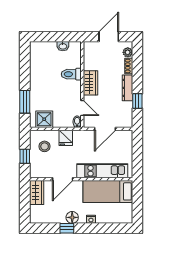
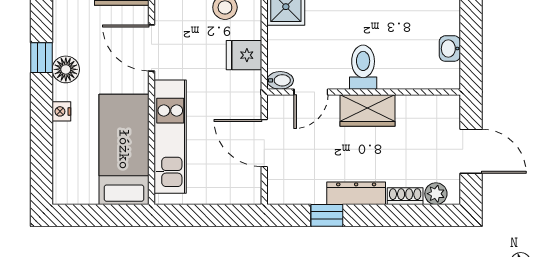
toilet: (71, 74) -> (363, 67), moved

